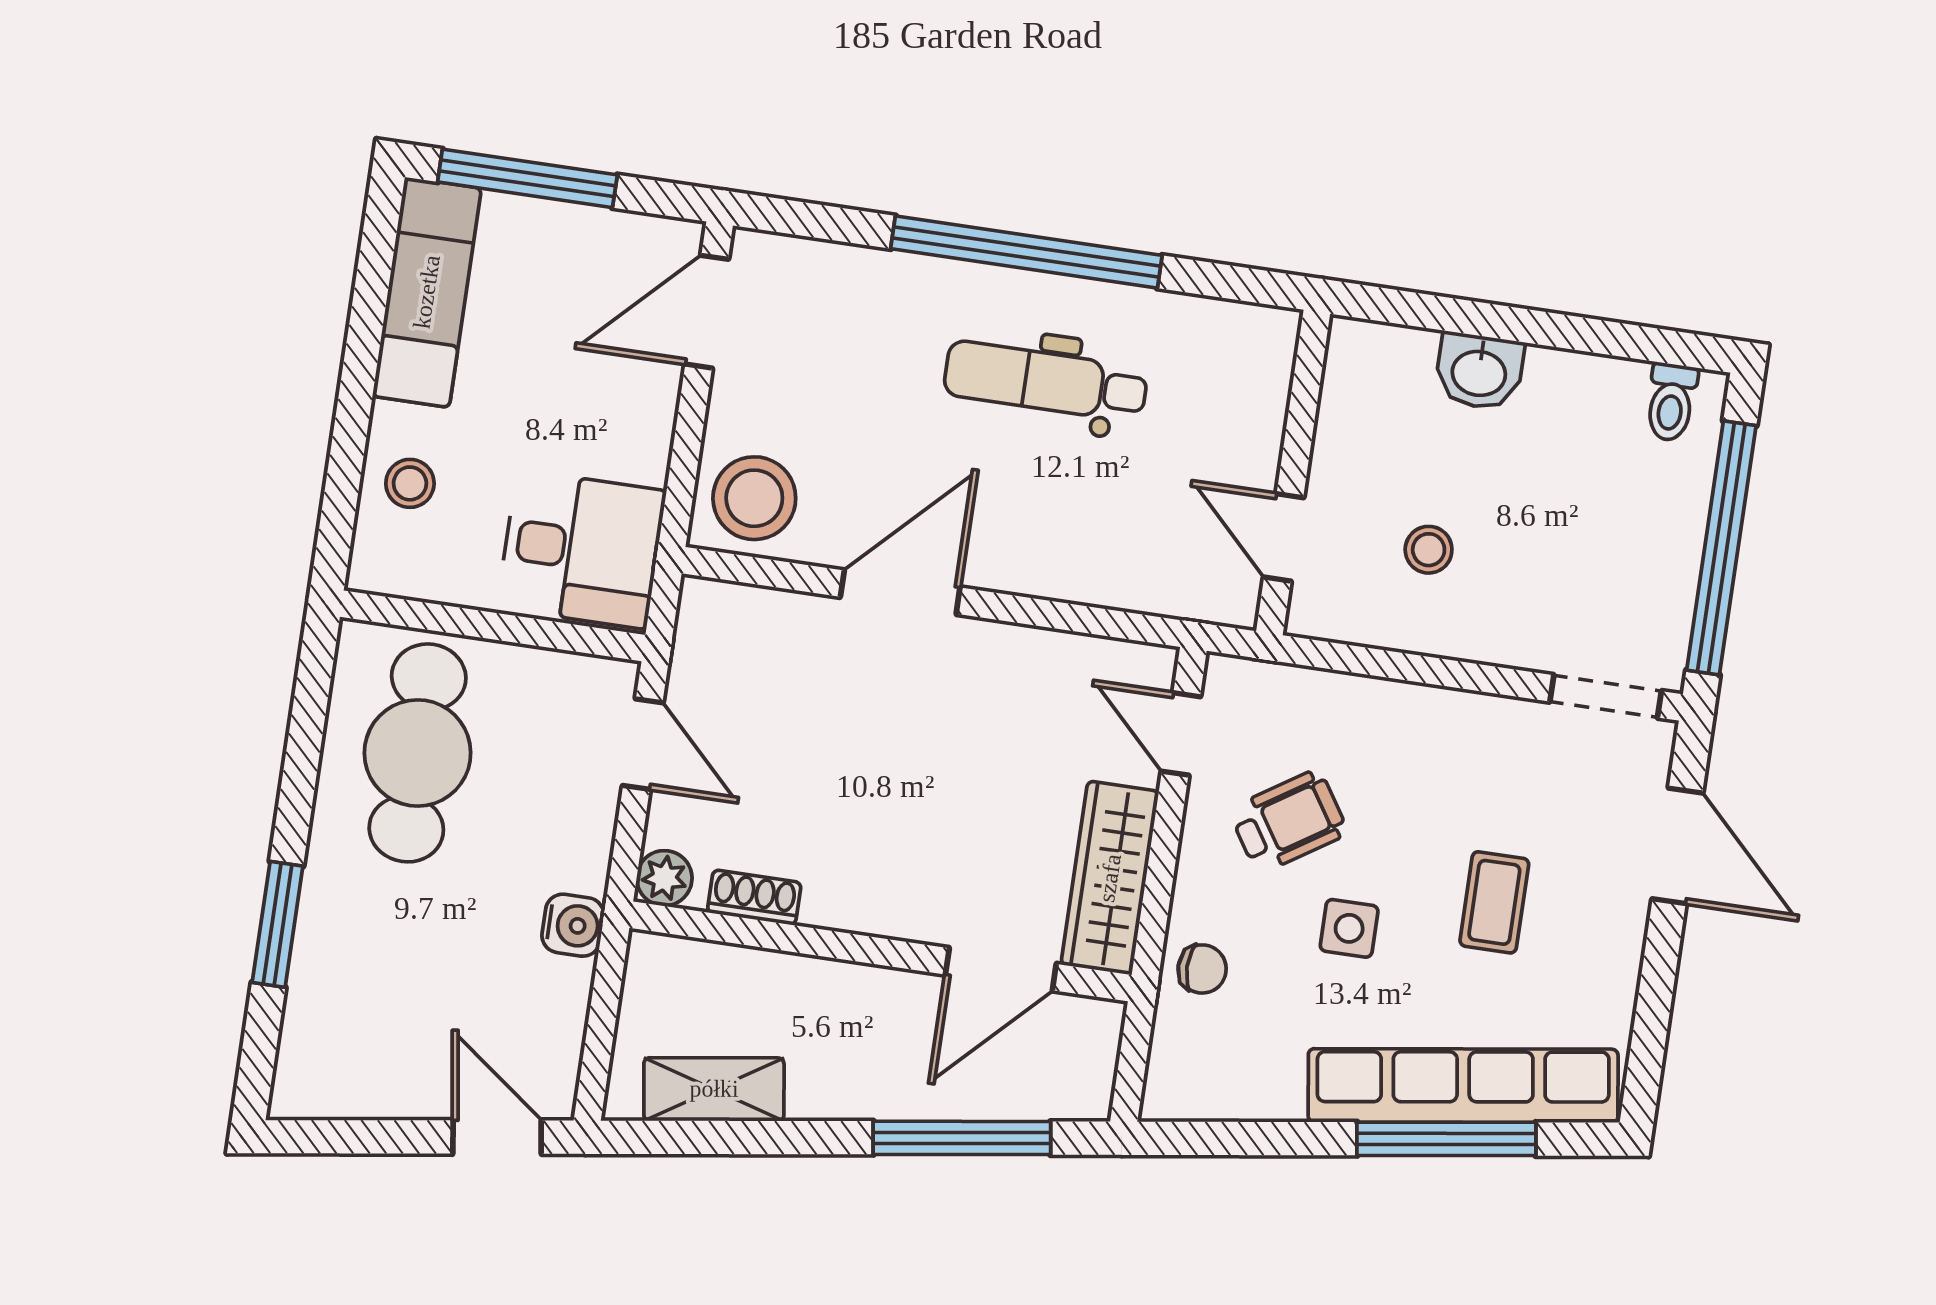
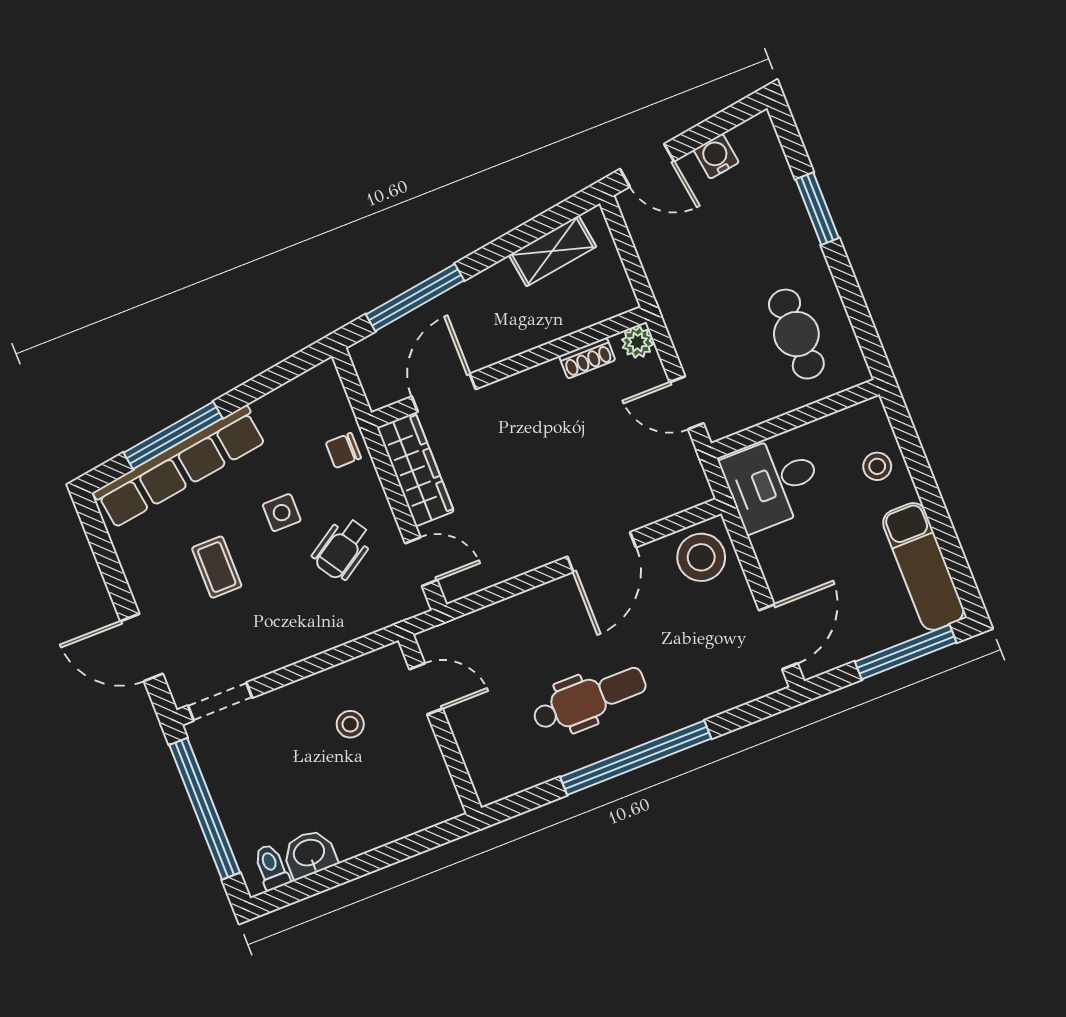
washbasin: (1479, 371) -> (309, 854), moved
cafe table: (418, 753) -> (796, 334), width x0.73, depth x0.74
water cooler: (573, 925) -> (716, 156), moved, turned 82

